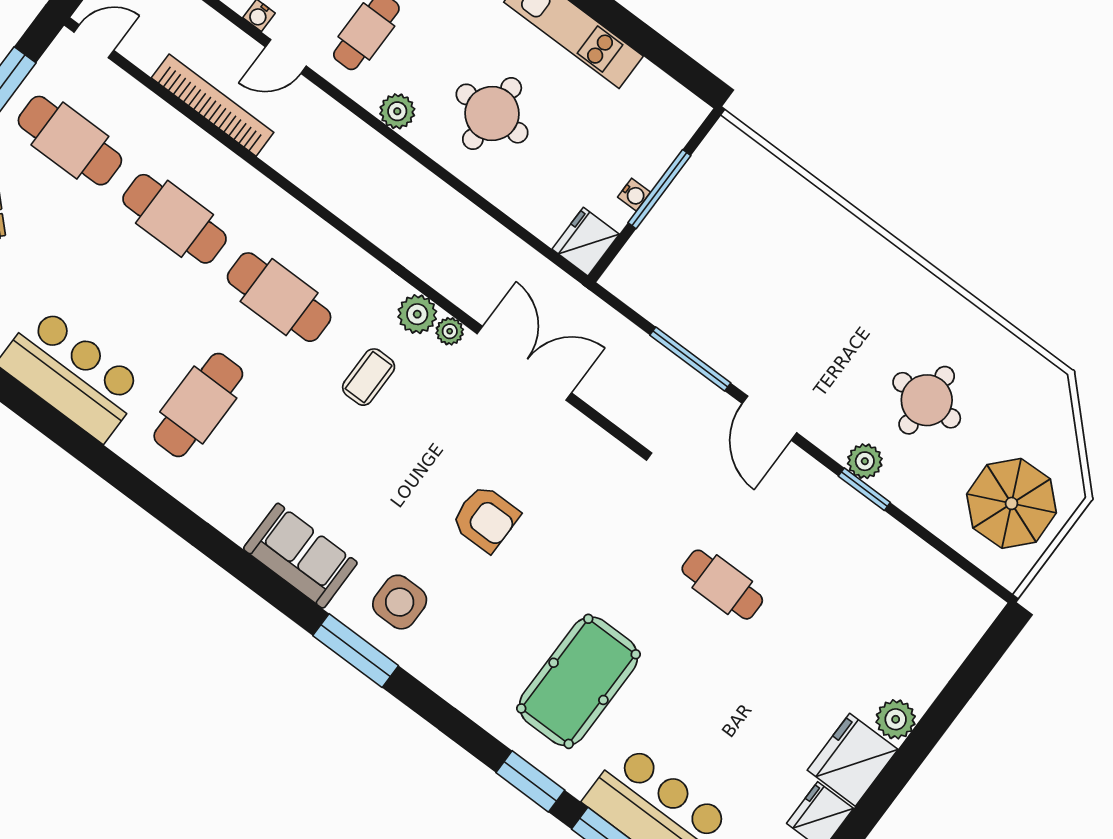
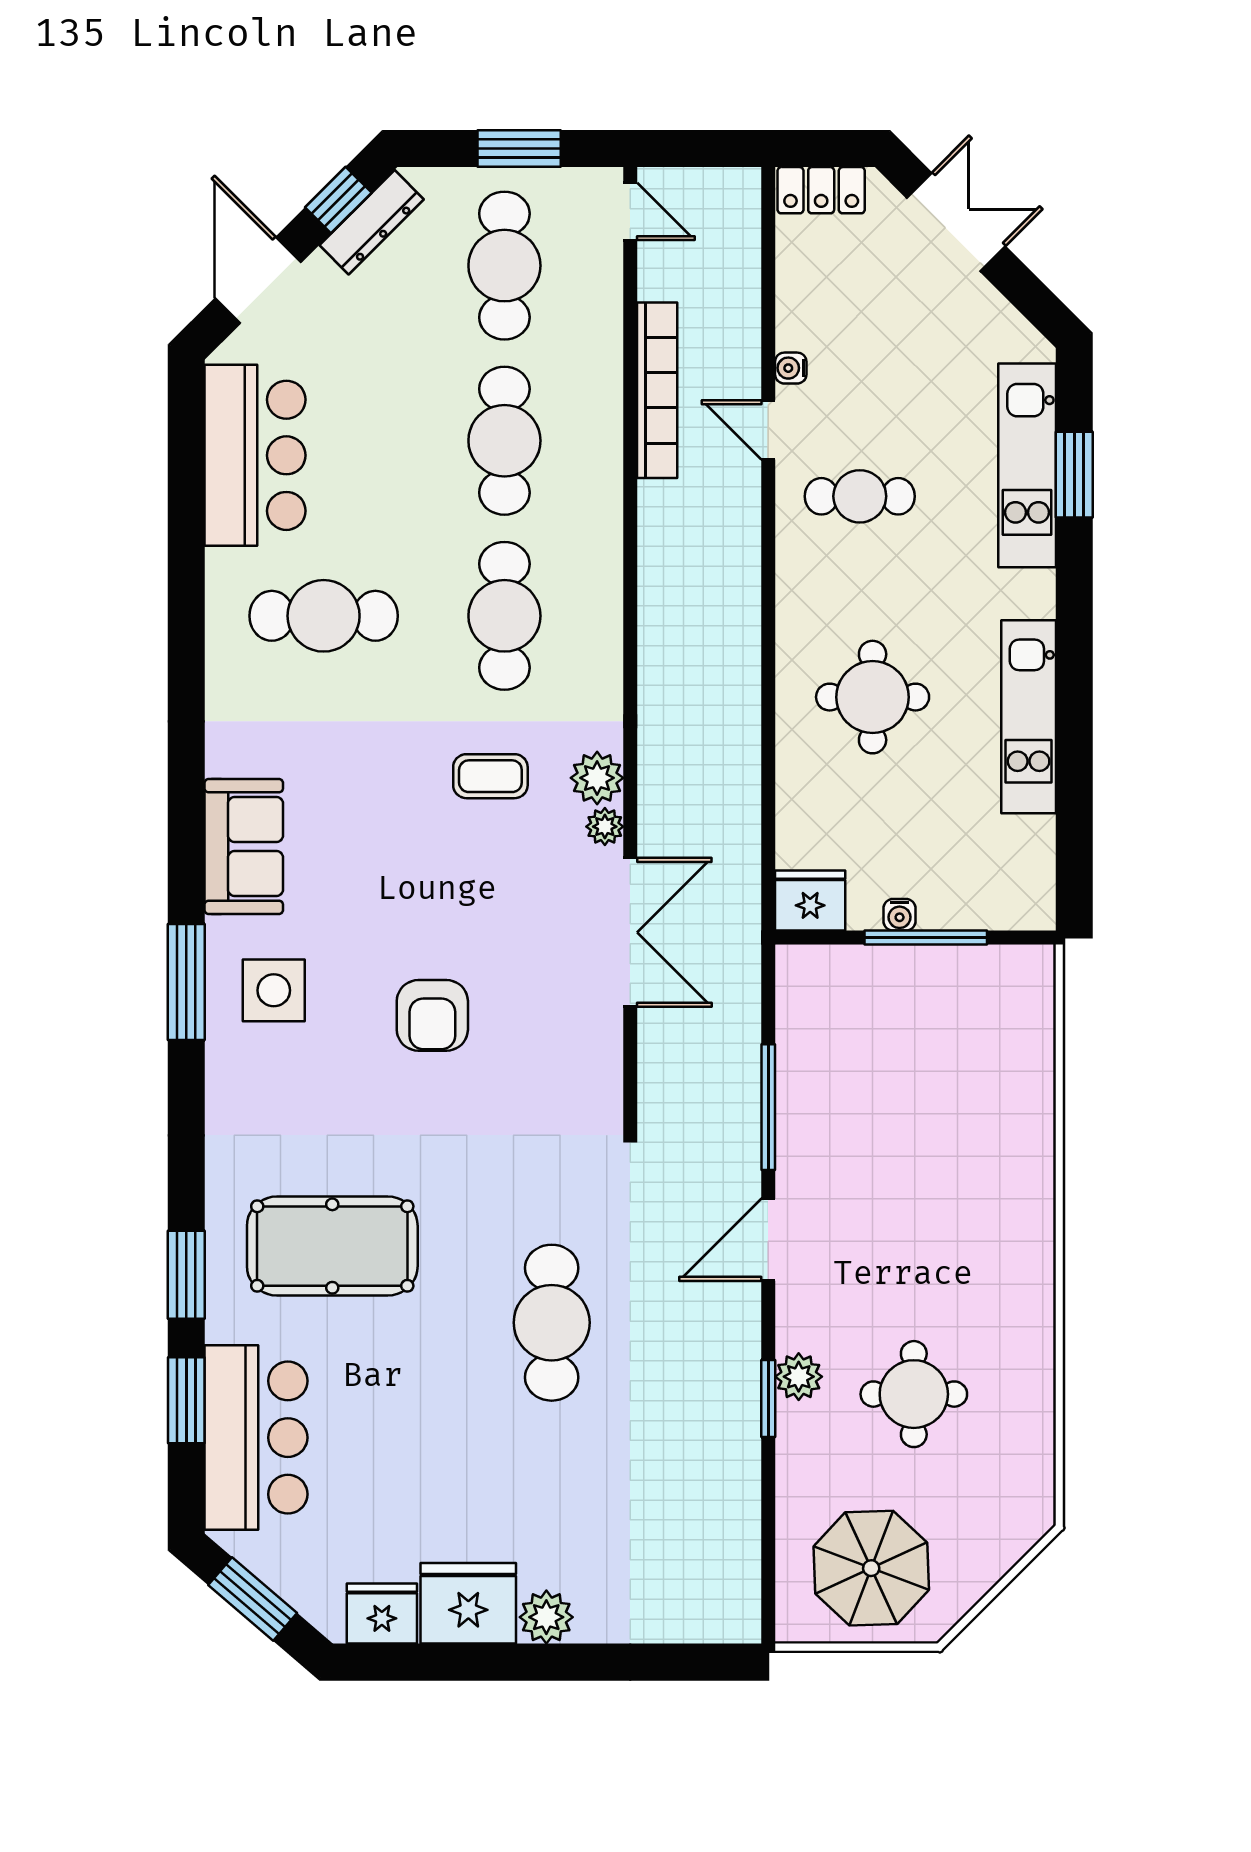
plant: (397, 111) -> (799, 594), removed
cafe table: (722, 585) -> (552, 1323), width x1.37, depth x1.35

